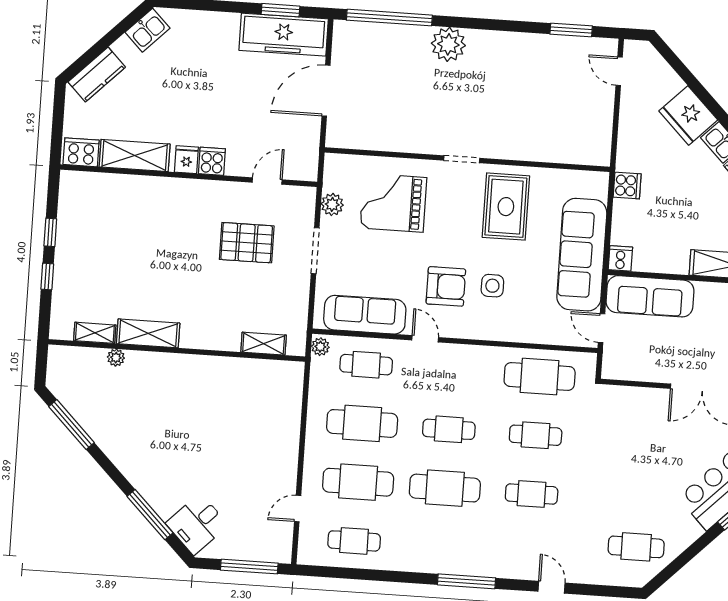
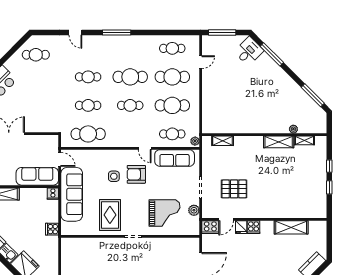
cooker: (81, 152) -> (210, 227), moved
fridge: (186, 160) -> (241, 227), moved

